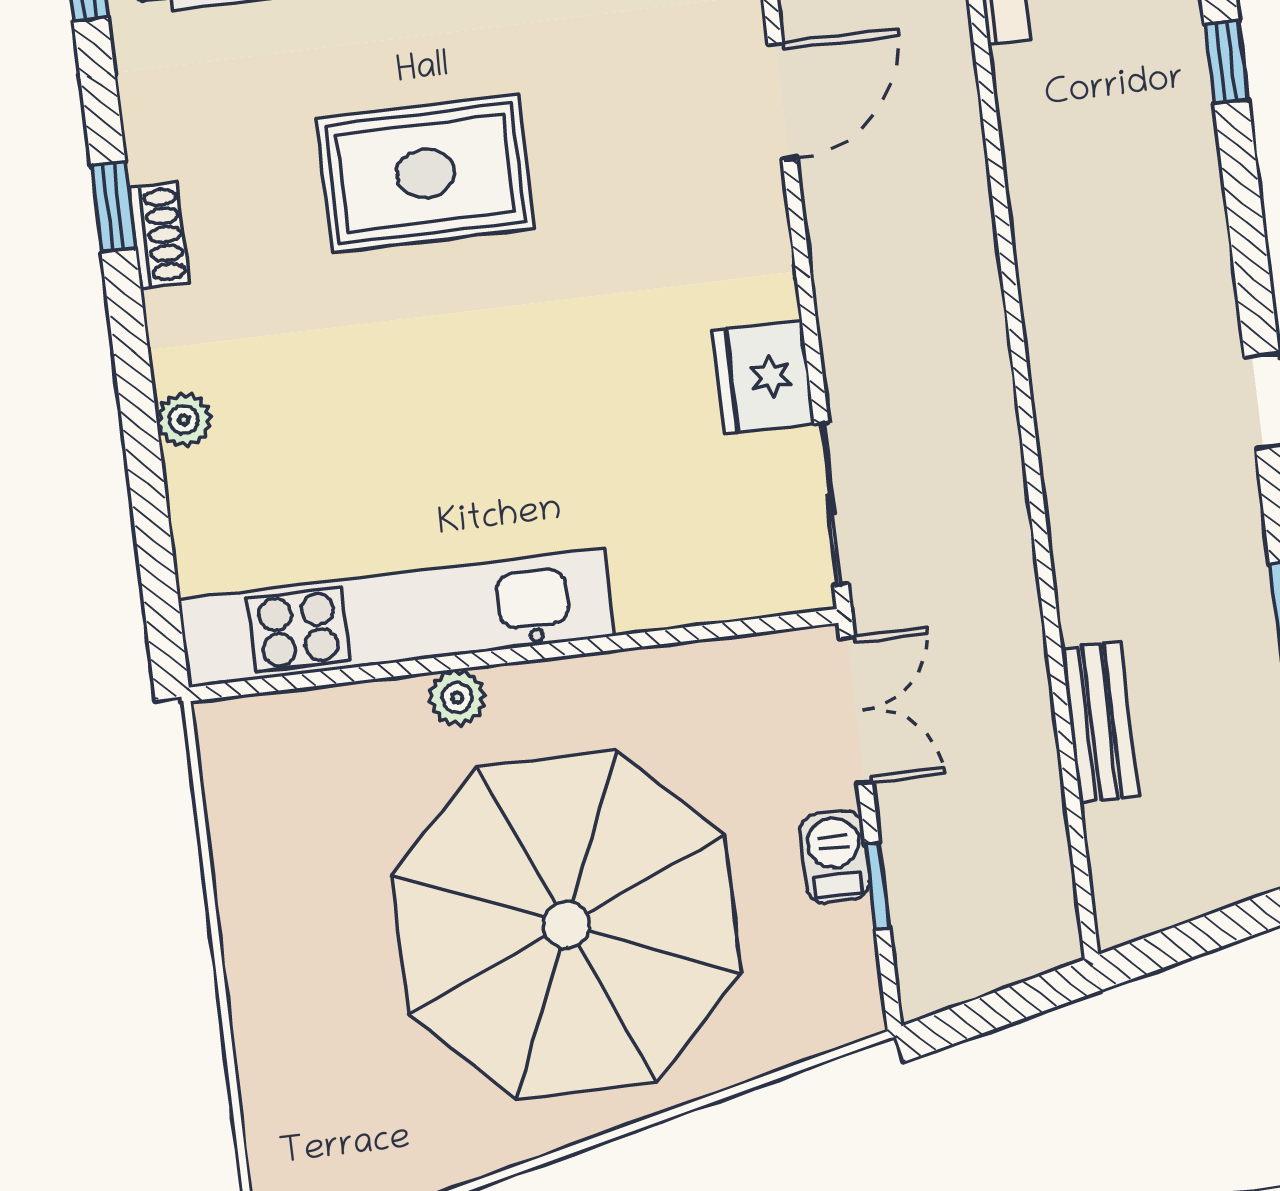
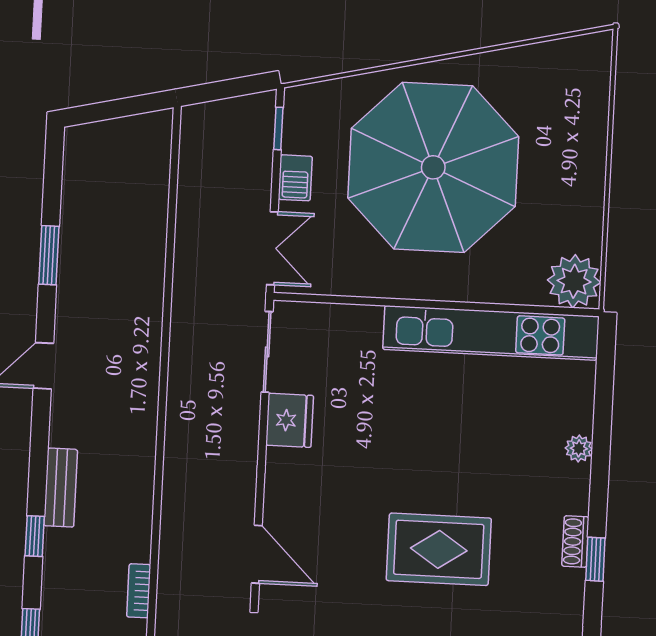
door: (782, 102) -> (257, 554), swing flipped
plant: (457, 698) -> (574, 281), moved, width x1.88, depth x1.88
double door: (856, 710) -> (272, 248), swing flipped
bench: (1100, 722) -> (61, 488), moved
window: (877, 886) -> (278, 128), moved

